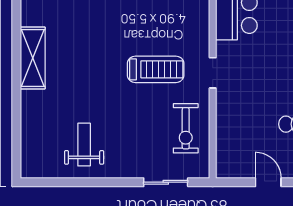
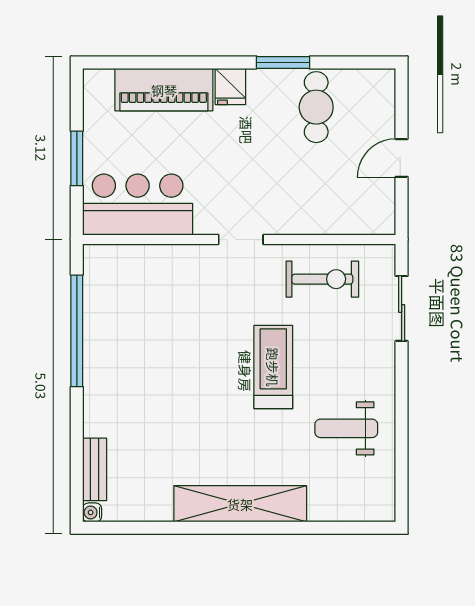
shelving: (33, 58) -> (240, 504), width x1.47
treadmill: (156, 69) -> (273, 367), moved

